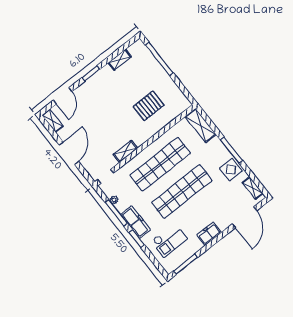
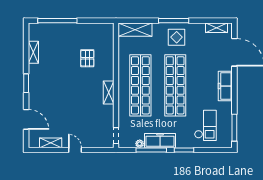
pallet: (149, 106) -> (87, 58), width x0.67, depth x0.71
shelving: (52, 121) -> (51, 143), moved
shelving: (125, 151) -> (109, 93), moved
door: (69, 153) -> (75, 150), width x0.53
display table: (231, 170) -> (177, 37), moved
freezer: (136, 222) -> (160, 141), moved
freezer: (209, 234) -> (225, 86), width x1.40

